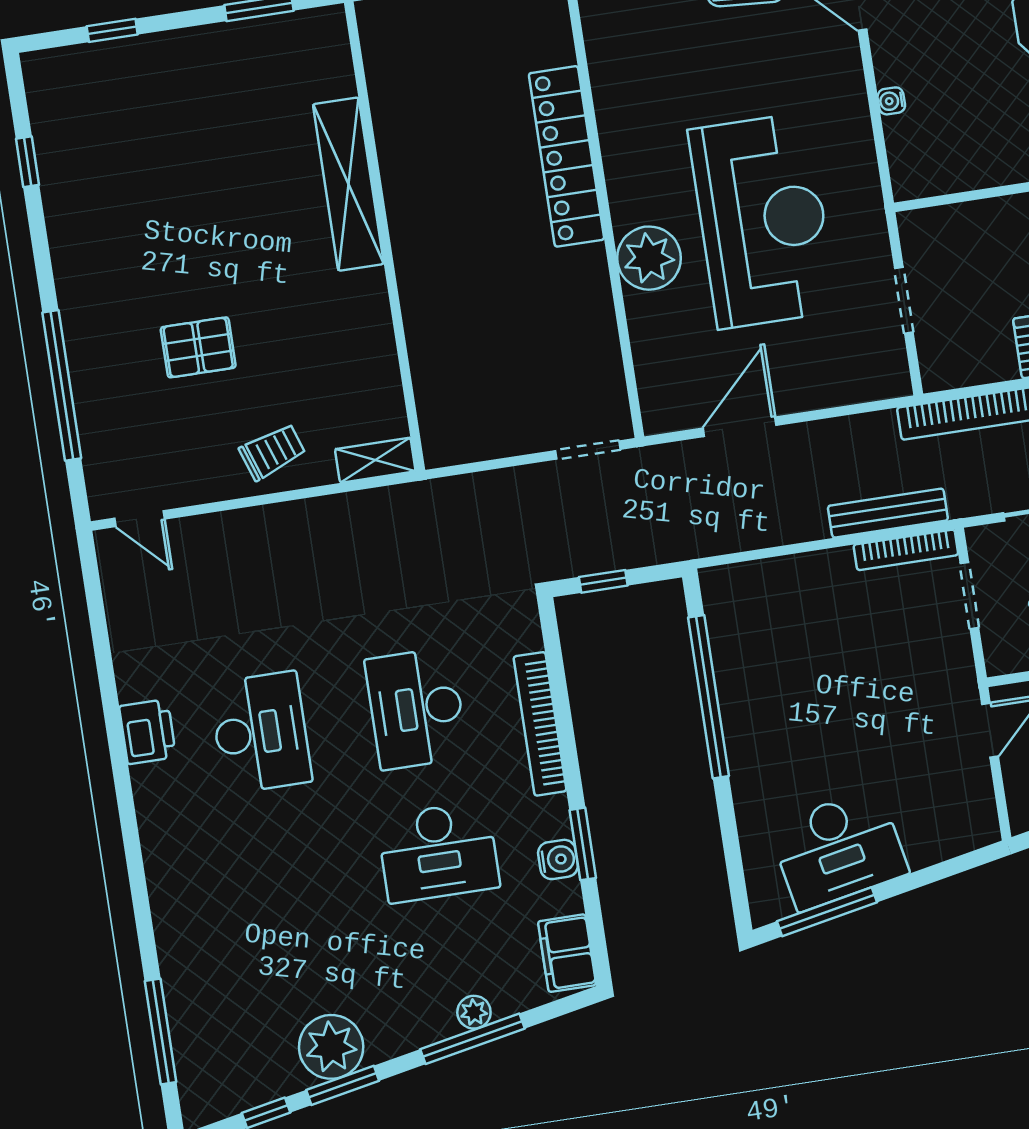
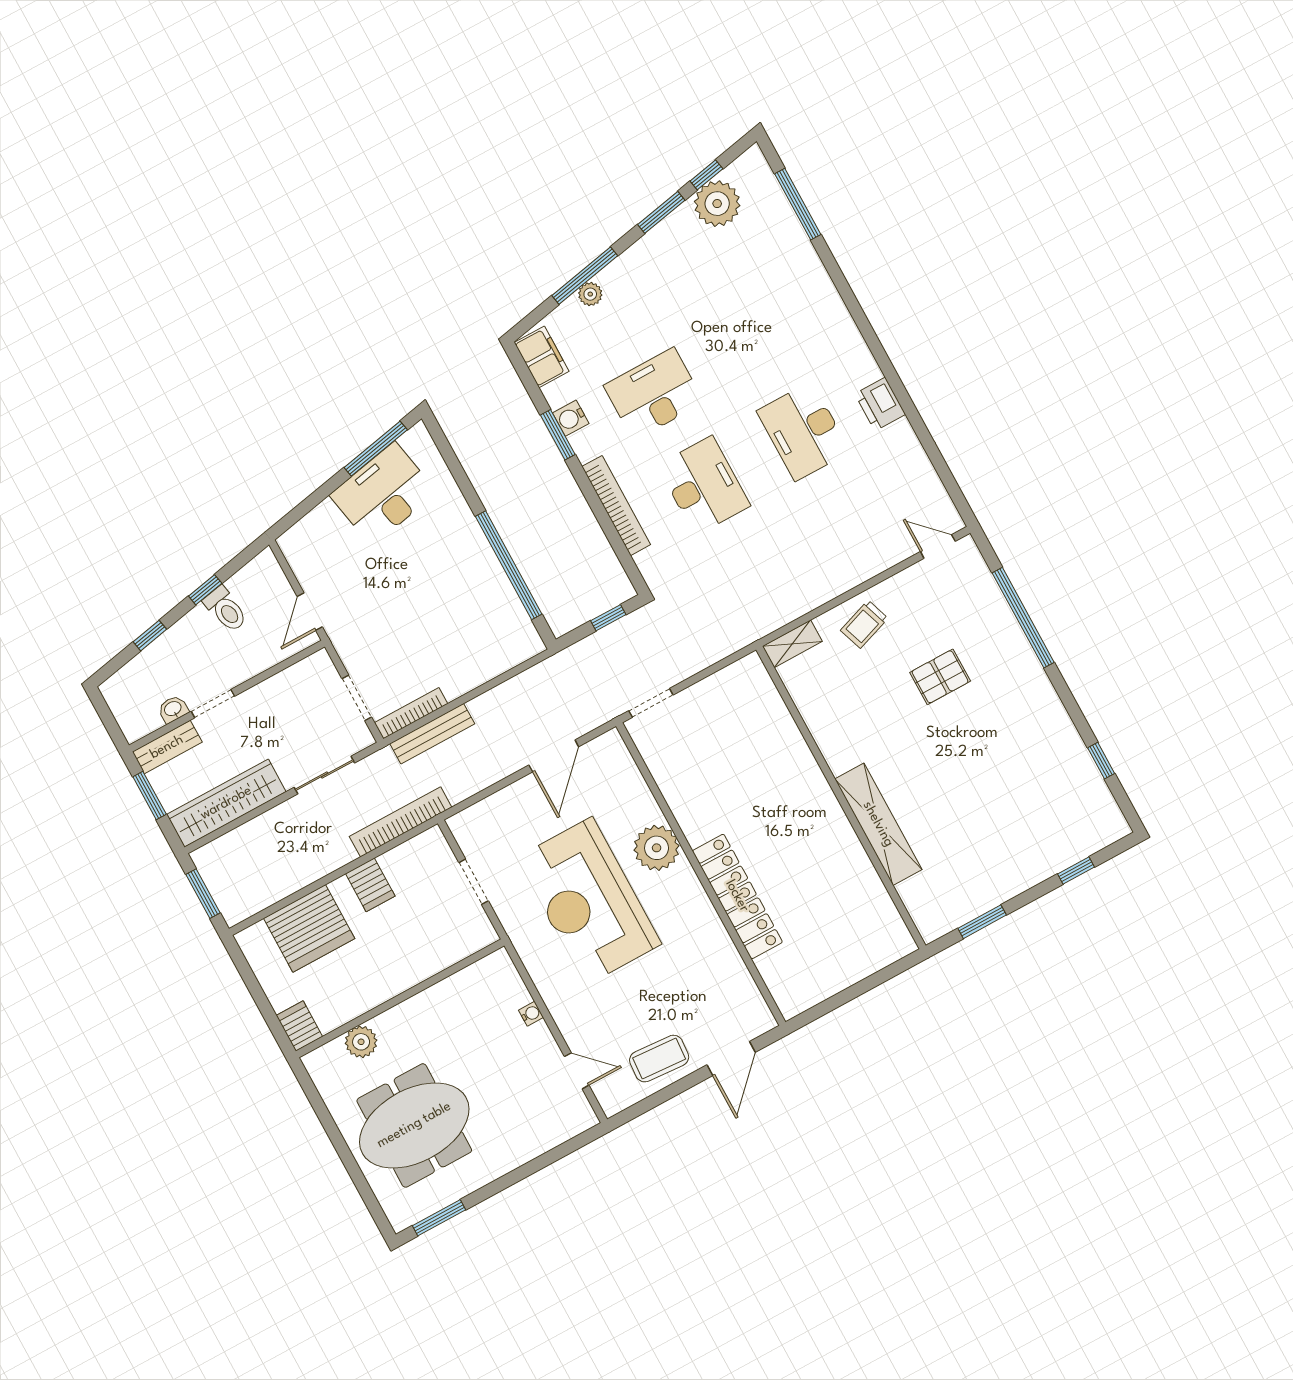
plant: (331, 1047) -> (717, 204), moved

